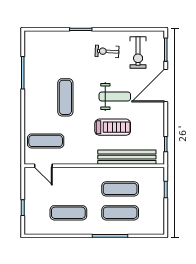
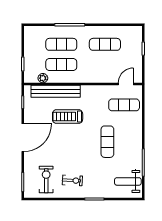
door: (166, 86) -> (23, 138), moved
weight bench: (115, 97) -> (128, 181), moved
door: (43, 166) -> (126, 84), hinge flipped
plant: (142, 173) -> (43, 78), added

